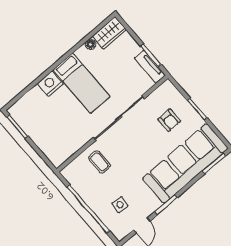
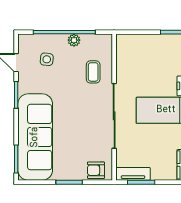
armchair: (169, 120) -> (96, 170), moved
coffee table: (99, 162) -> (93, 72), turned 90
plant: (88, 197) -> (74, 40), added

